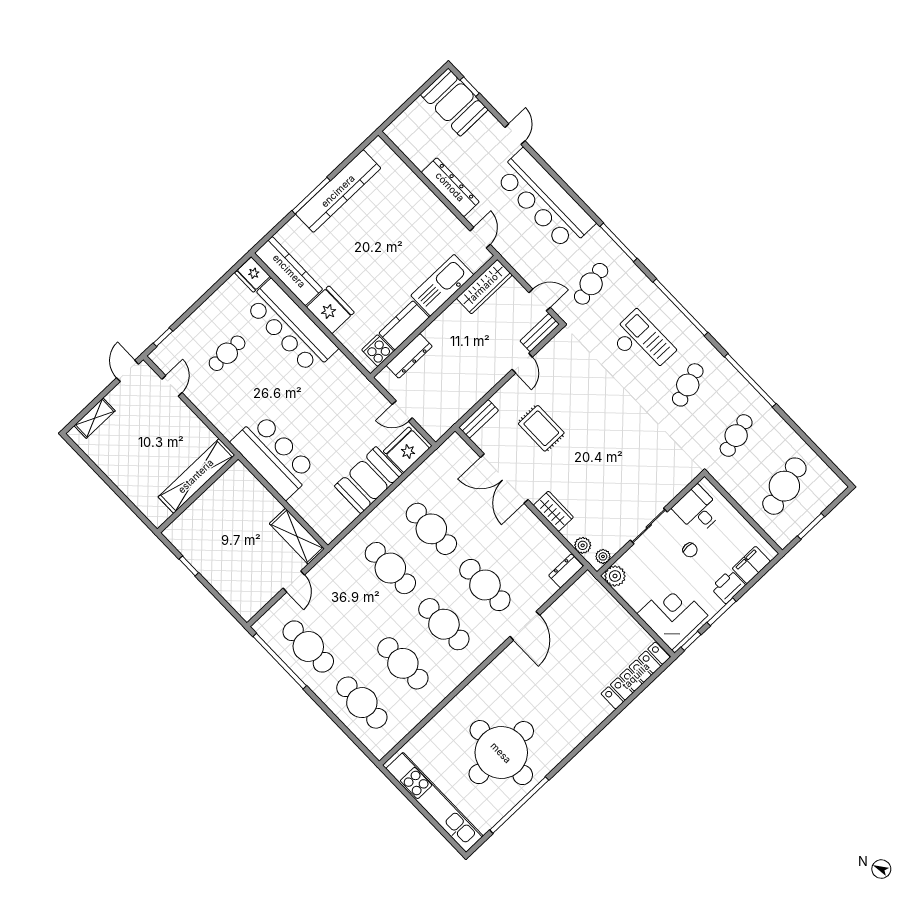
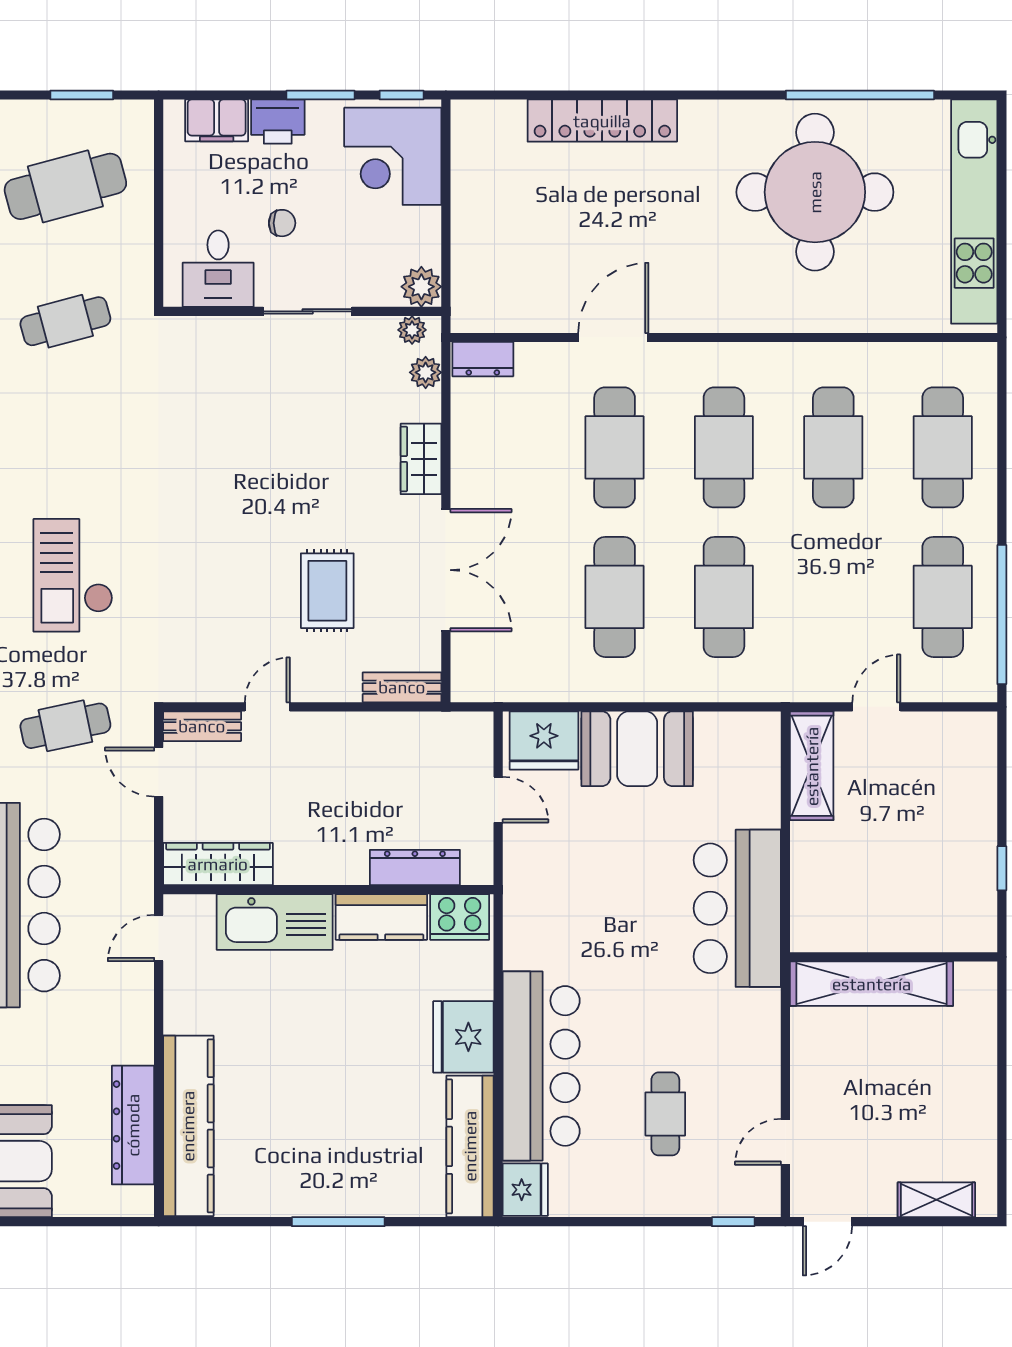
dresser: (450, 187) -> (133, 1125), moved
kitchen counter: (338, 191) -> (188, 1126), moved, turned 90
cooker: (378, 351) -> (460, 917), width x1.36
cafe table: (227, 353) -> (665, 1114), turned 90
cafe table: (688, 385) -> (65, 456), removed
chair: (690, 550) -> (282, 223), turned 90
locker: (636, 676) -> (602, 121), moved

